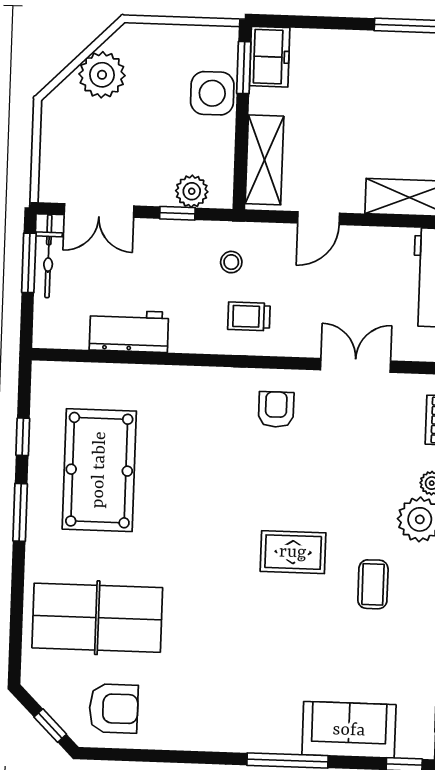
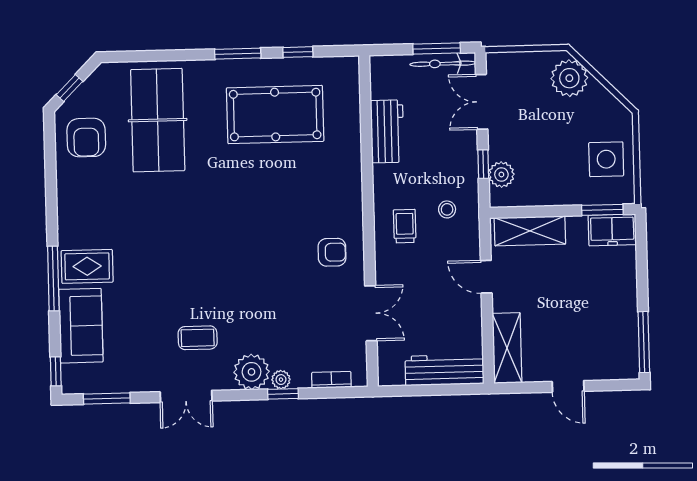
plant: (102, 75) -> (569, 78), moved
side table: (212, 93) -> (606, 159), moved
rug: (293, 552) -> (87, 266), moved, turned 90

